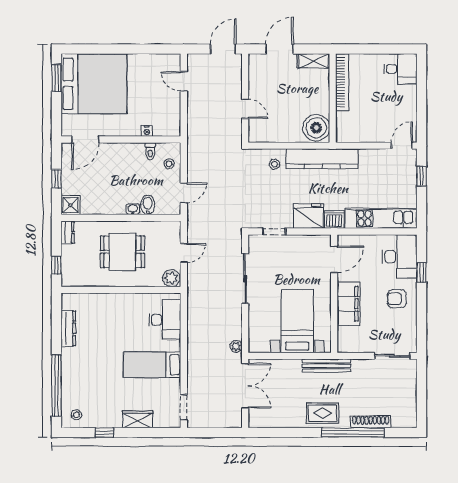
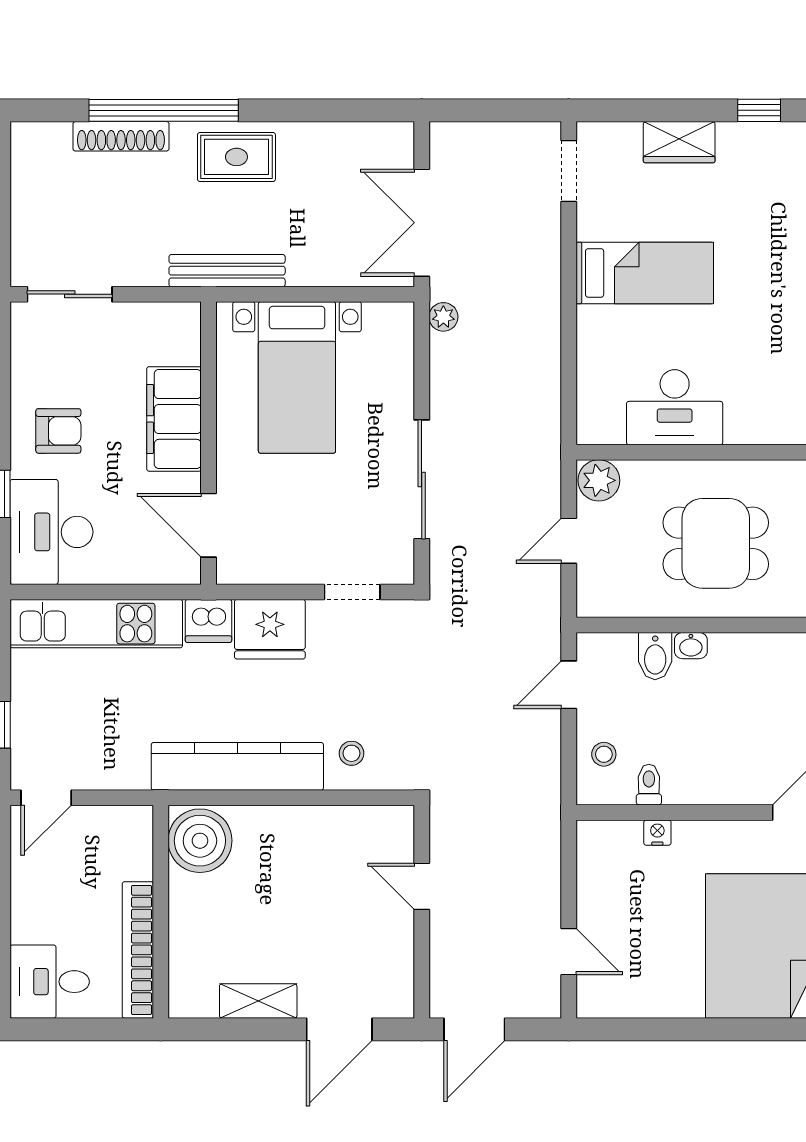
bookcase: (342, 82) -> (138, 950), moved
wall: (333, 98) -> (161, 912), moved
boiler: (316, 128) -> (200, 841), moved
door: (334, 259) -> (208, 525), hinge flipped
desk: (165, 320) -> (675, 407), moved, turned -90

